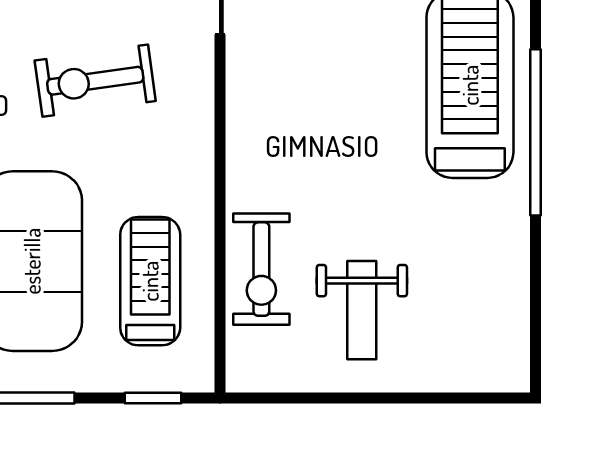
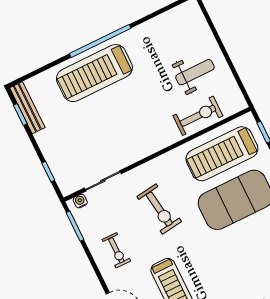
treadmill: (150, 281) -> (222, 154), width x1.37, depth x1.38

